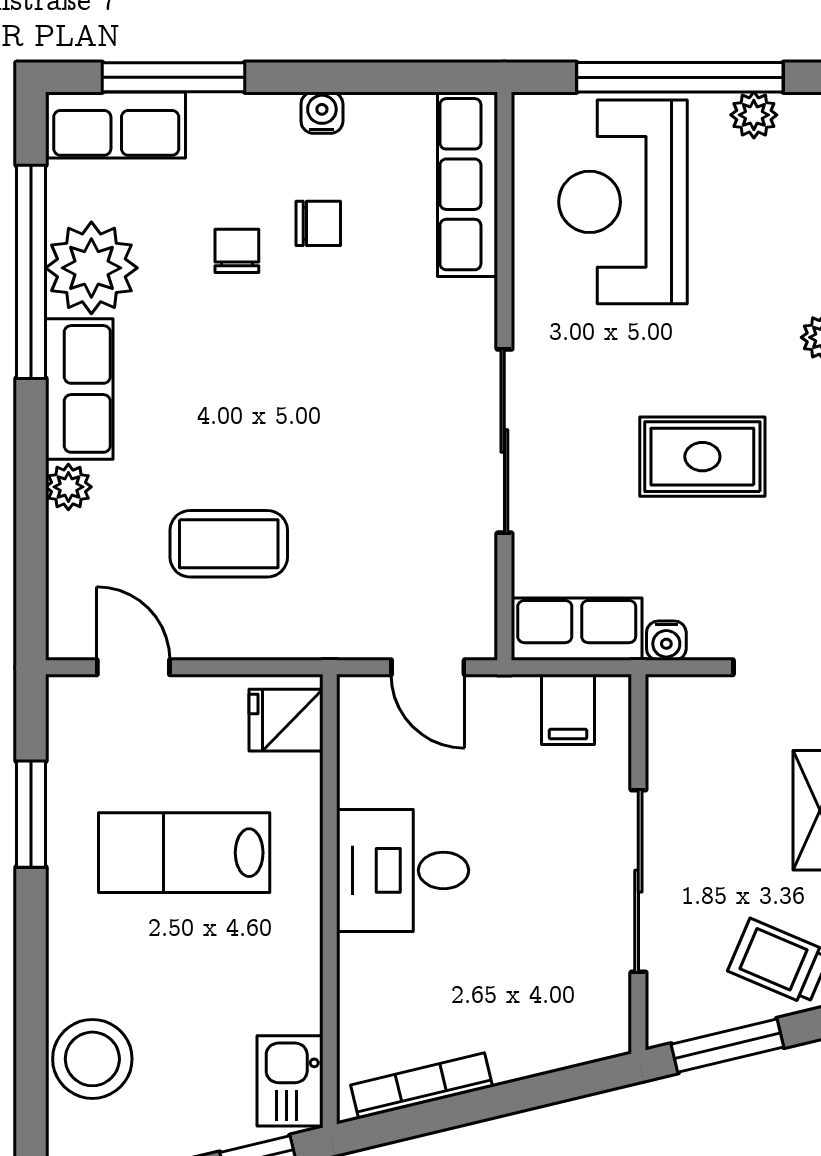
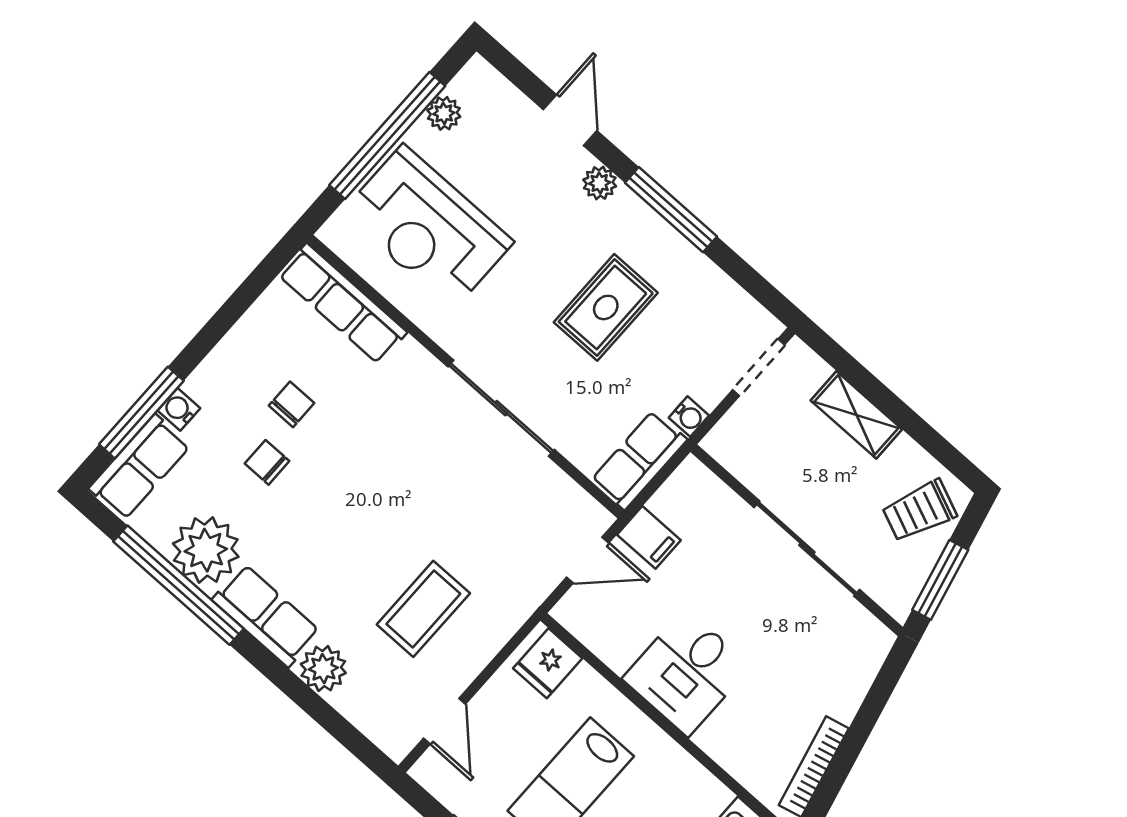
water cooler: (322, 113) -> (179, 409), moved
plant: (68, 487) -> (323, 669), width x1.38, depth x1.38
door: (133, 667) -> (445, 721), swing flipped
filing cabinet: (568, 709) -> (649, 537), moved

